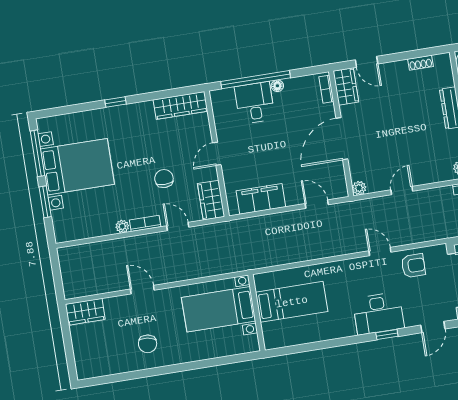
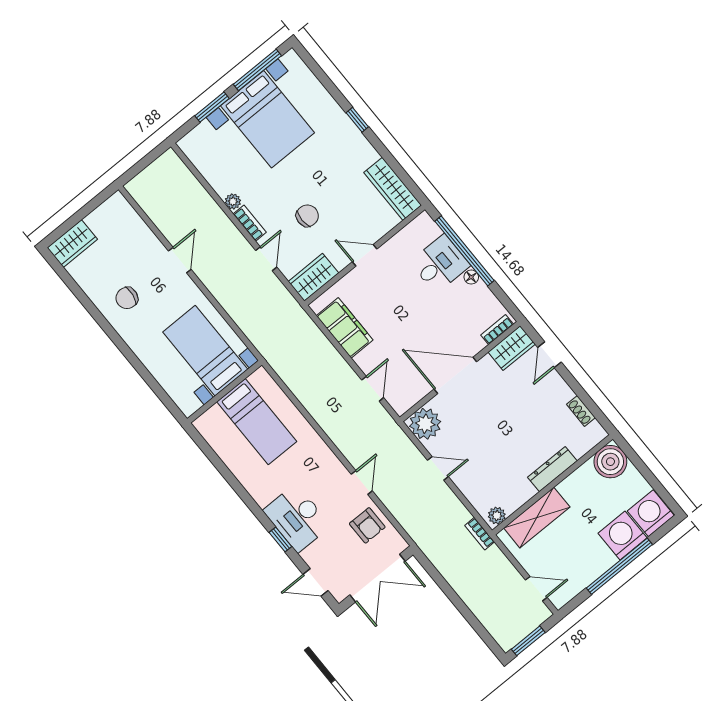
plant: (359, 188) -> (425, 424), width x1.88, depth x1.88
wardrobe: (85, 312) -> (72, 244), moved, turned -90

